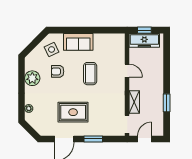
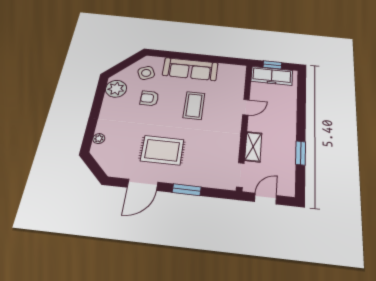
sofa: (78, 42) -> (190, 69), width x1.36
door: (127, 71) -> (246, 107), hinge flipped
plant: (32, 78) -> (116, 89), moved

